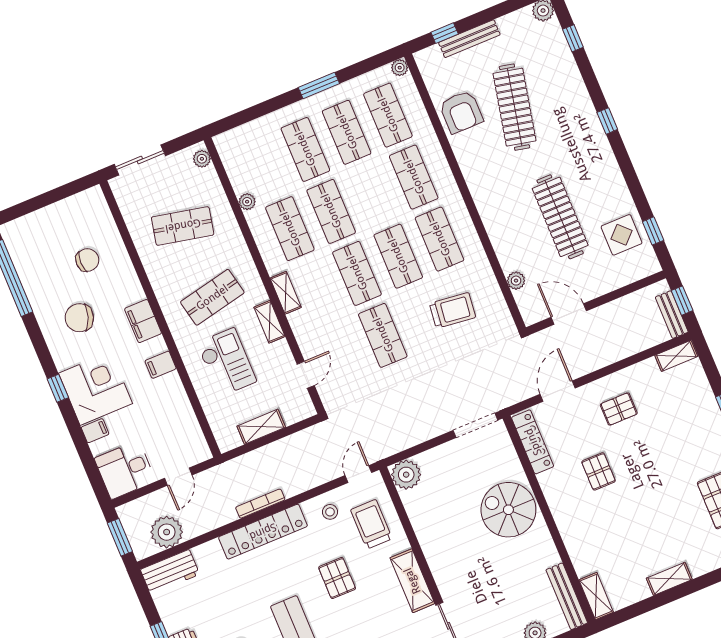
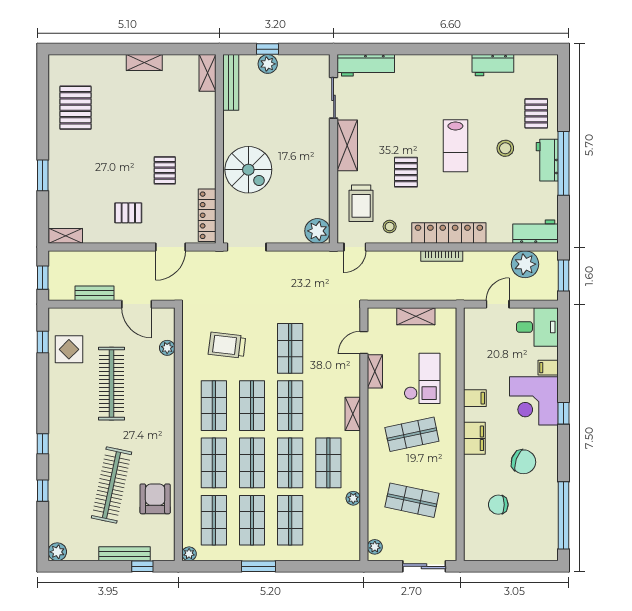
window: (573, 38) -> (43, 491), moved
shop shelf: (372, 194) -> (252, 463), added
bench: (672, 315) -> (94, 293), moved, turned 90
shelving: (270, 322) -> (375, 371), moved
checkout: (227, 362) -> (422, 378), turned 180

